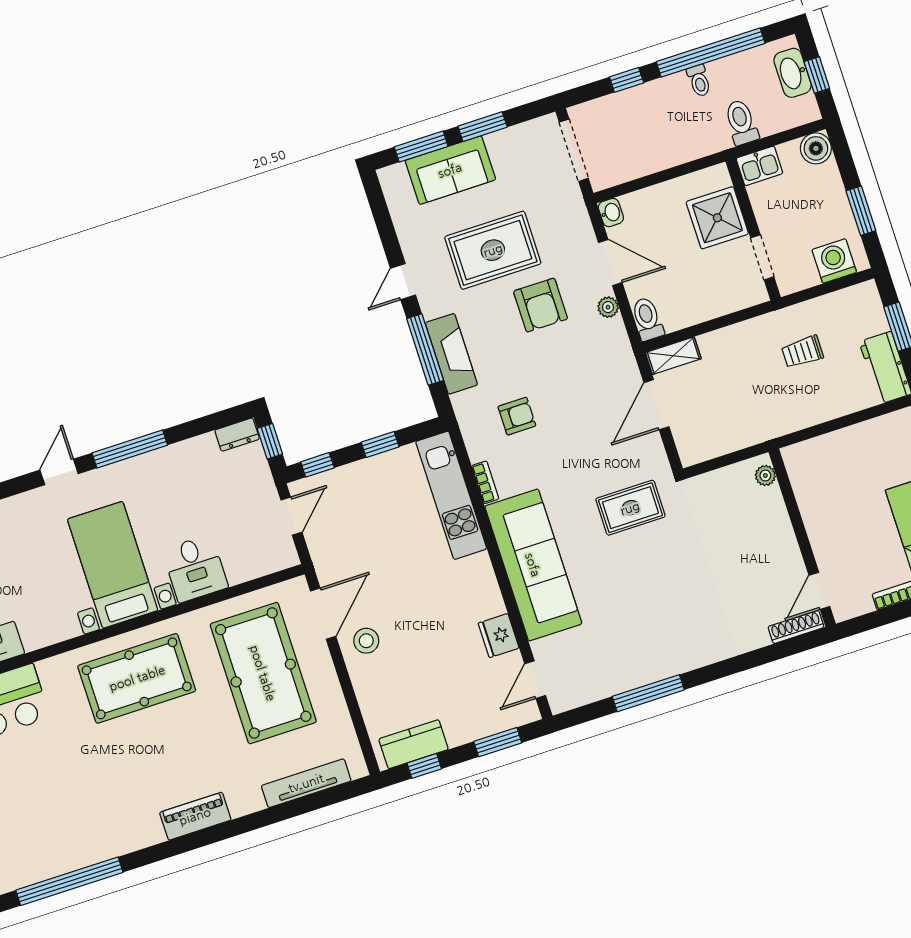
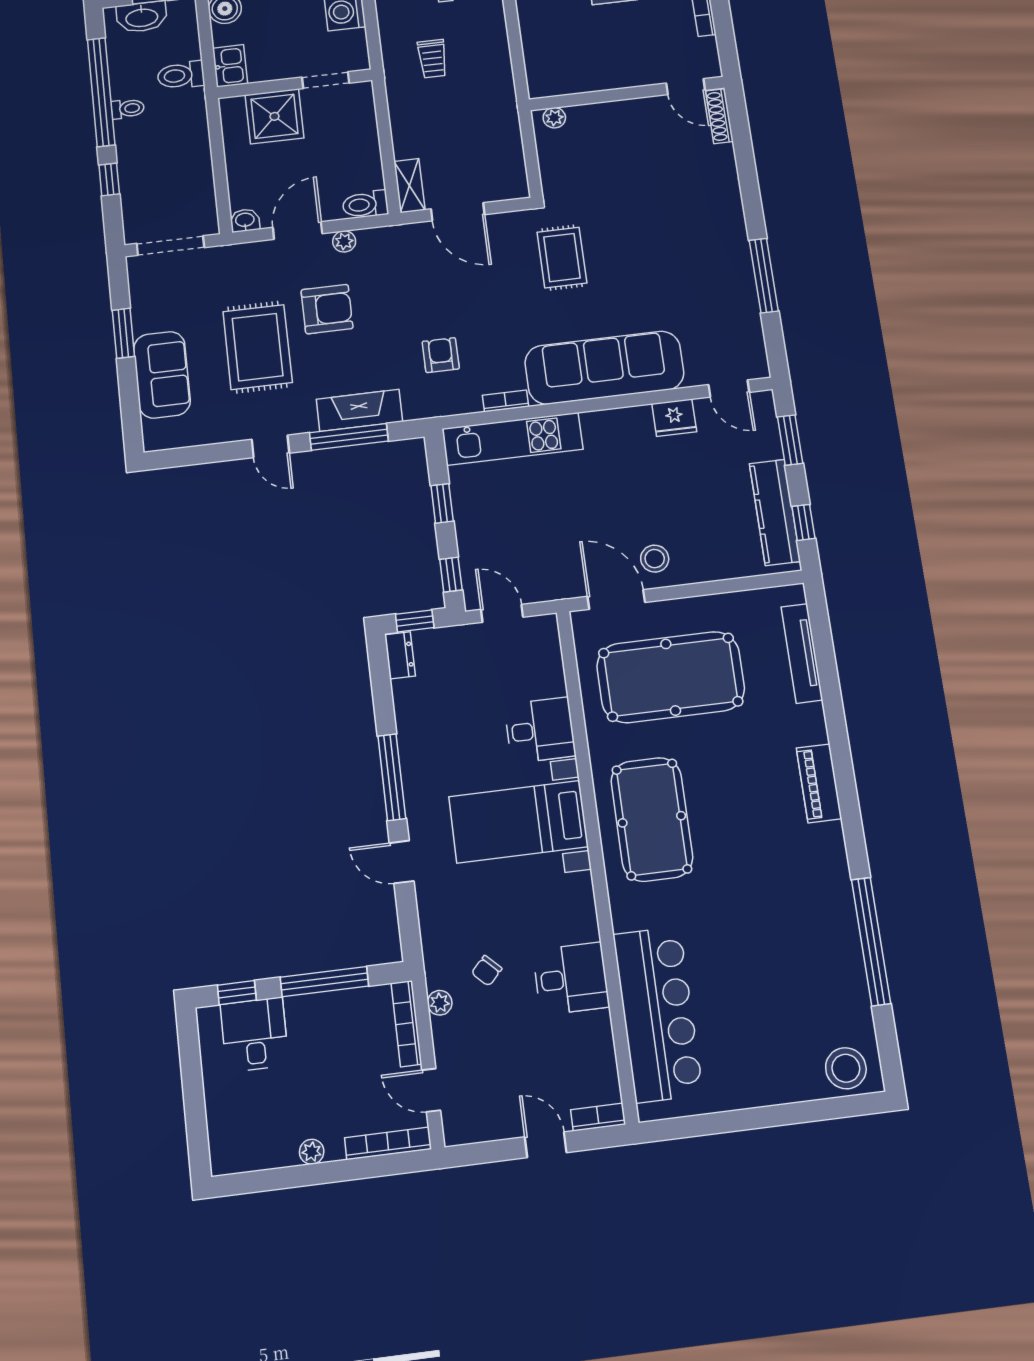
window: (421, 147) -> (130, 400), removed
kitchen counter: (414, 744) -> (775, 512), width x1.50

